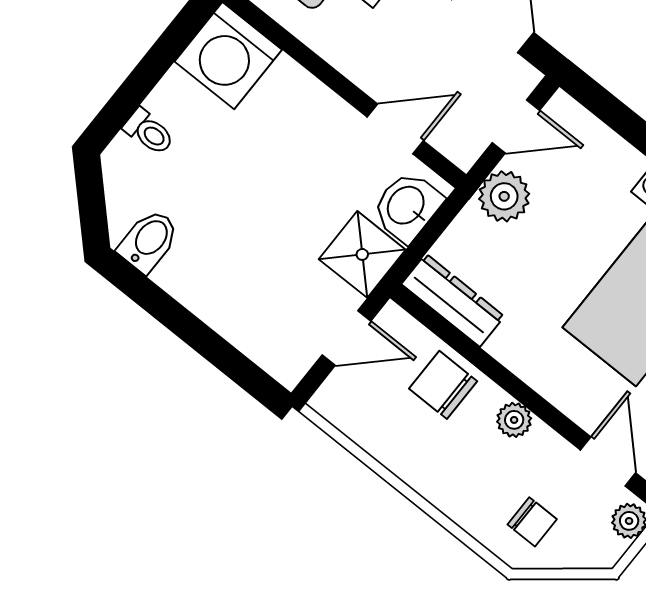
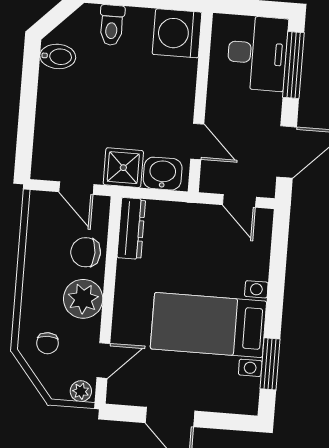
toilet: (149, 132) -> (112, 25), width x1.37, depth x1.39
plant: (504, 196) -> (200, 219), removed
chair: (443, 385) -> (86, 252), turned -90
plant: (514, 420) -> (83, 299), width x1.88, depth x1.88

